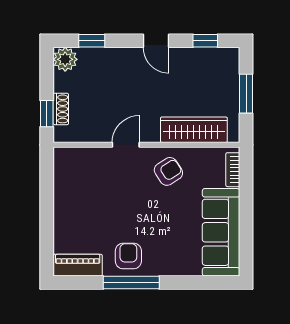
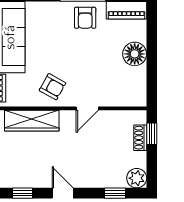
armchair: (168, 171) -> (52, 87), turned -118
floor lamp: (68, 212) -> (135, 54), added

